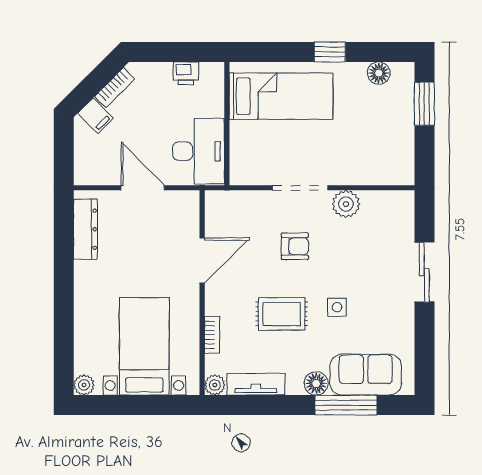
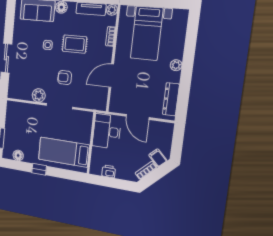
plant: (84, 385) -> (176, 65), moved

